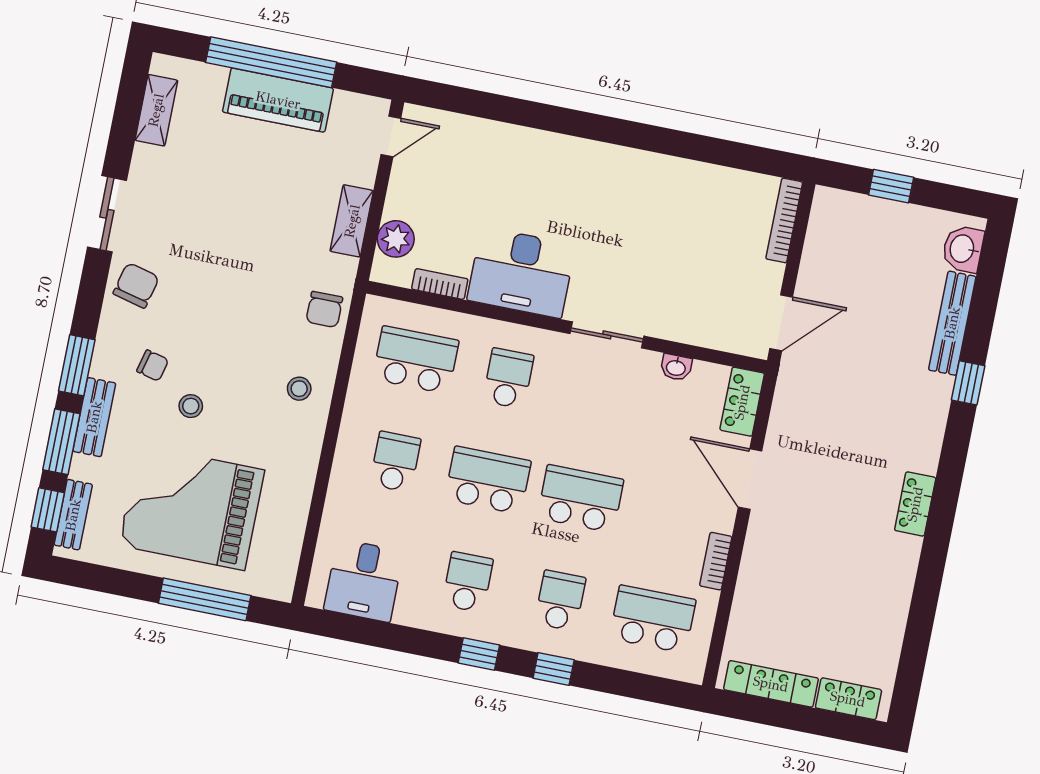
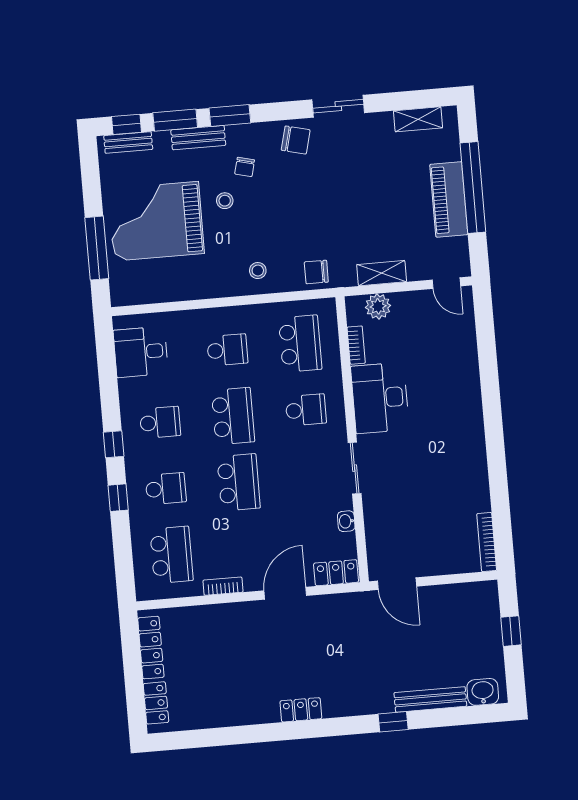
bookcase: (784, 220) -> (487, 542), moved, turned -90
grand piano: (192, 508) -> (156, 221), turned -90

